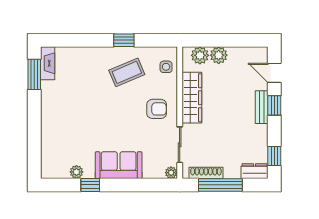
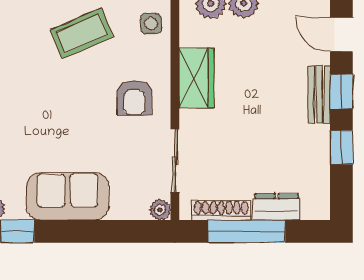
wardrobe: (192, 98) -> (196, 78), width x0.67
armchair: (157, 109) -> (134, 98), turned 90
window: (274, 156) -> (341, 147), moved
dresser: (255, 171) -> (277, 207), moved

